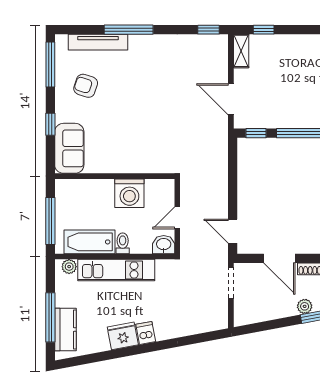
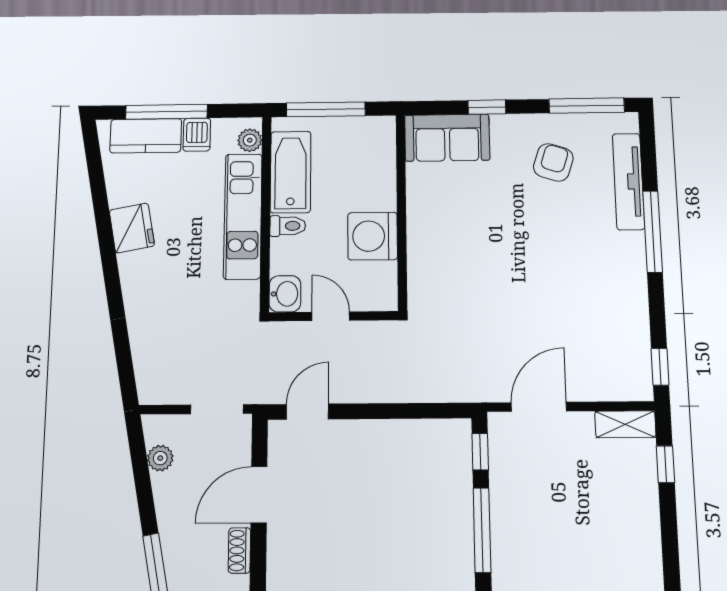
plant: (305, 306) -> (160, 458), moved
dishwasher: (146, 333) -> (197, 135), moved, turned 101

